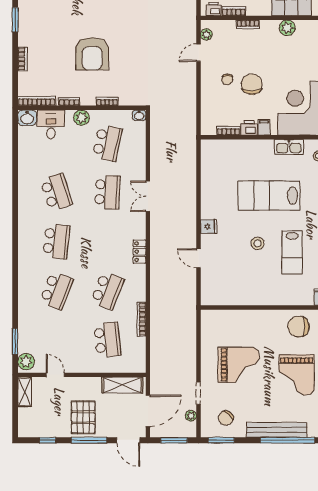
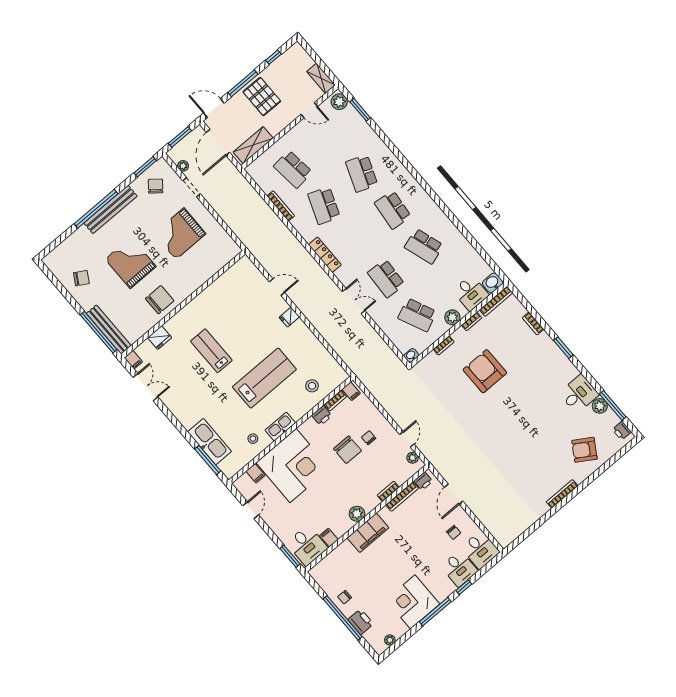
bookcase: (234, 11) -> (402, 497), width x1.56
filing cabinet: (264, 127) -> (351, 391), moved
school desk: (107, 143) -> (417, 315), turned -36
stool: (258, 243) -> (312, 386), moved
locker: (139, 252) -> (325, 255), width x1.53

